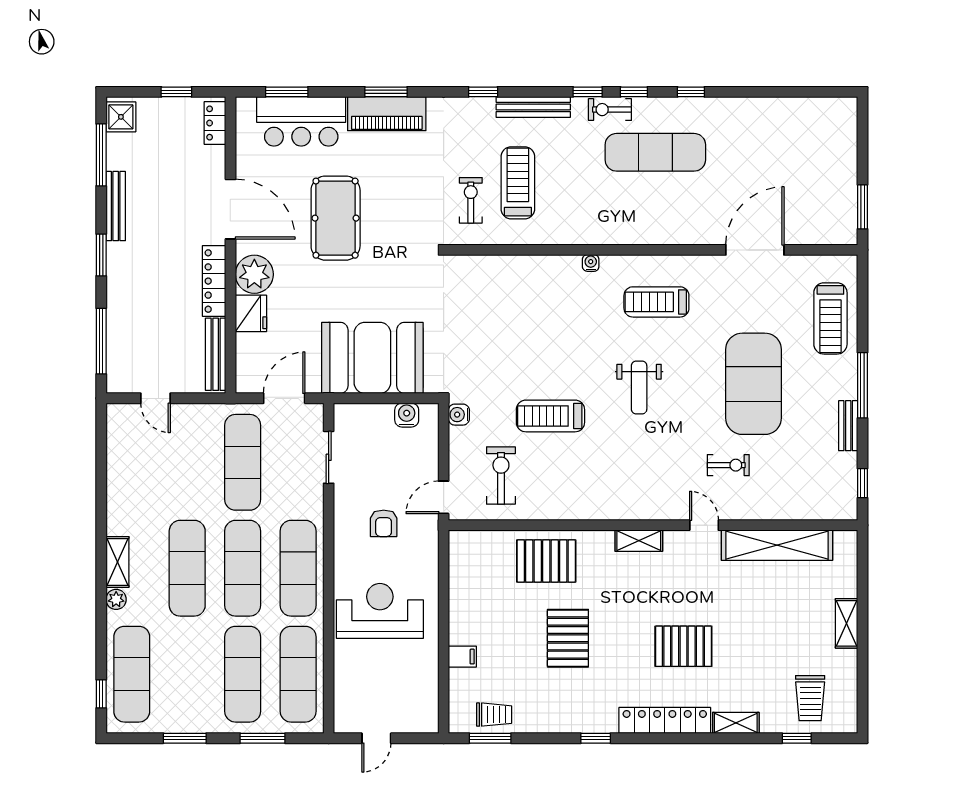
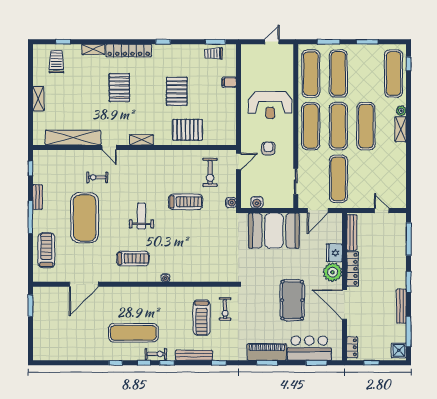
pallet: (683, 646) -> (119, 87), turned 90

